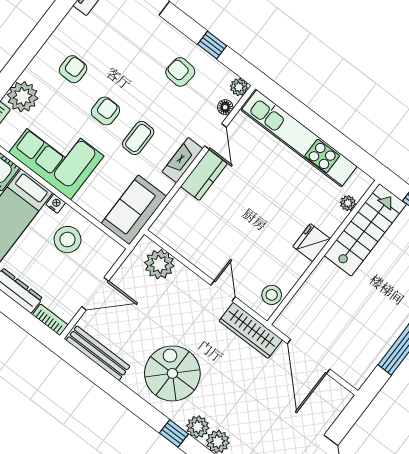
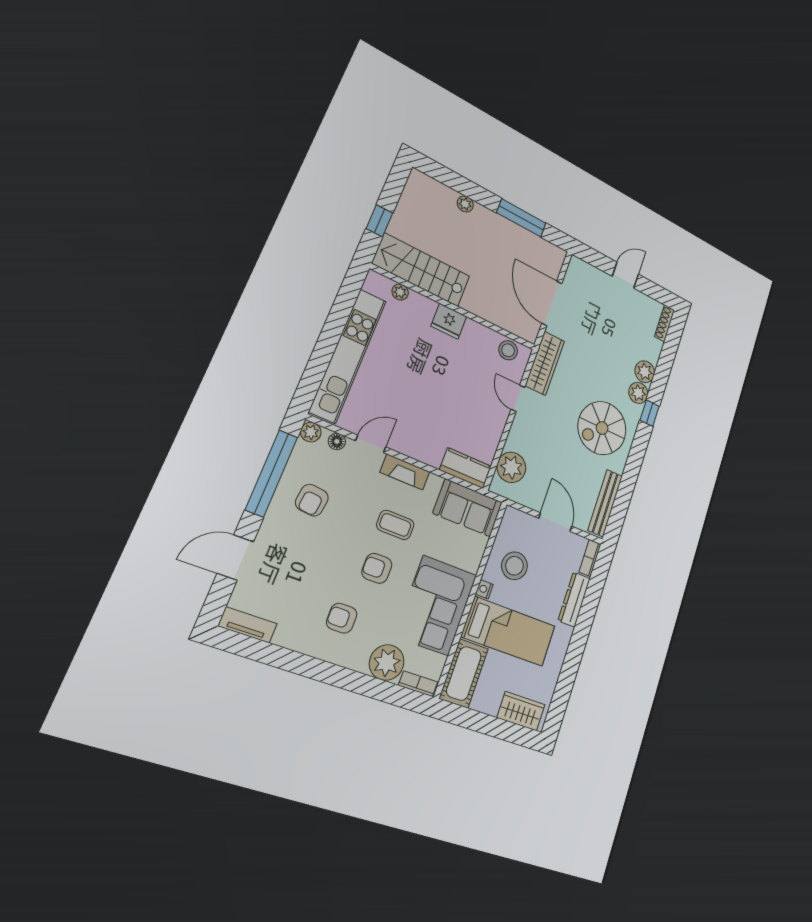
window: (212, 45) -> (271, 473), width x3.17
kitchen counter: (204, 175) -> (465, 468), moved
door: (223, 291) -> (518, 398), hinge flipped
door: (309, 356) -> (552, 303), swing flipped

